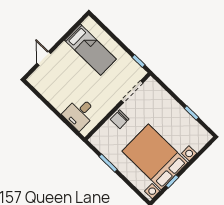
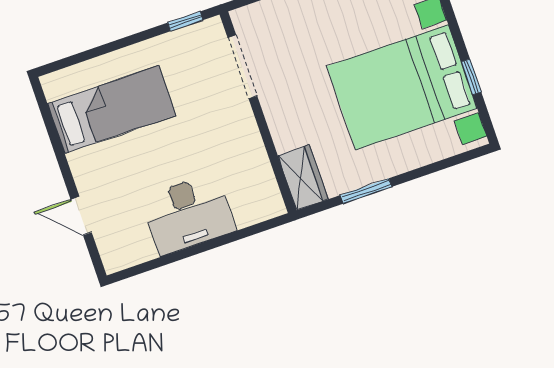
desk: (80, 113) -> (188, 214), moved, width x1.37
chair: (120, 119) -> (287, 121), removed
wardrobe: (101, 136) -> (303, 177), added

